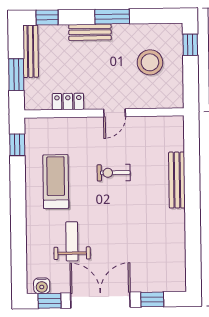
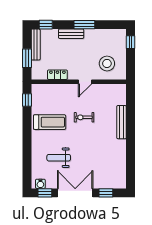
stool: (150, 62) -> (107, 63), moved
treadmill: (56, 182) -> (50, 122), turned 90
weight bench: (72, 241) -> (59, 158), turned -90

